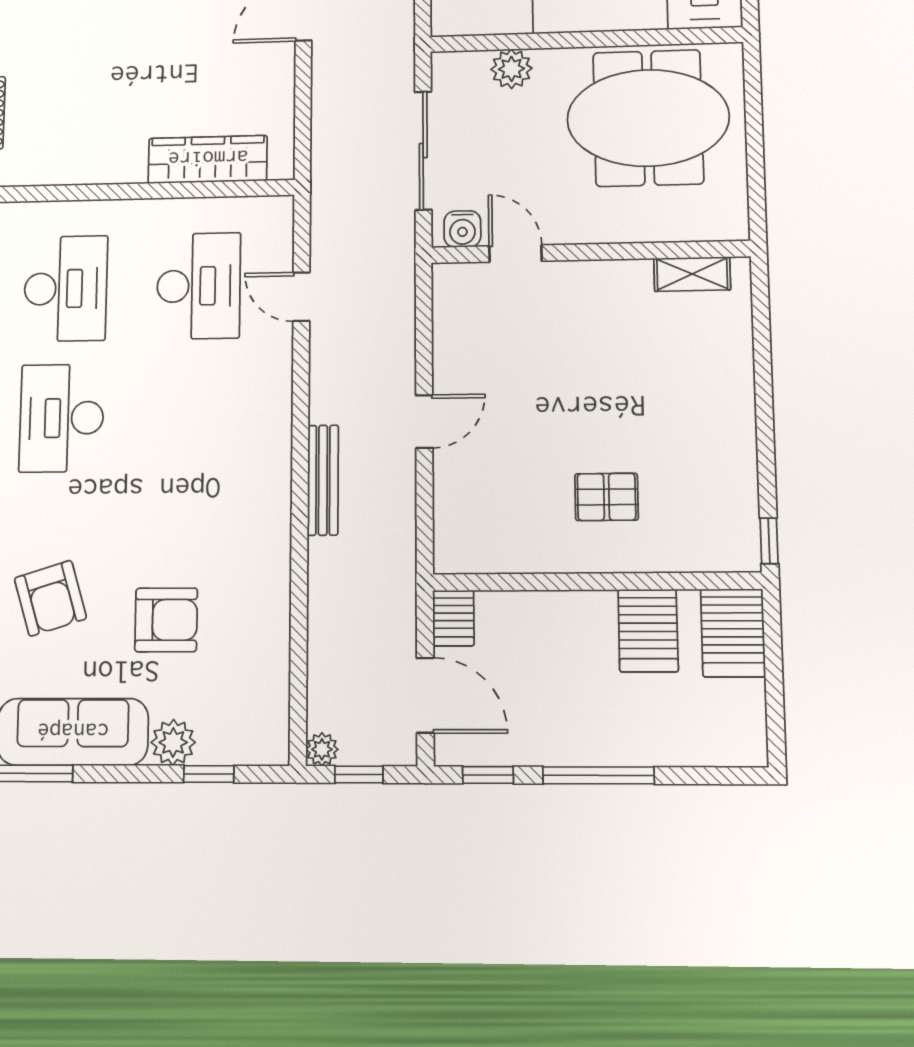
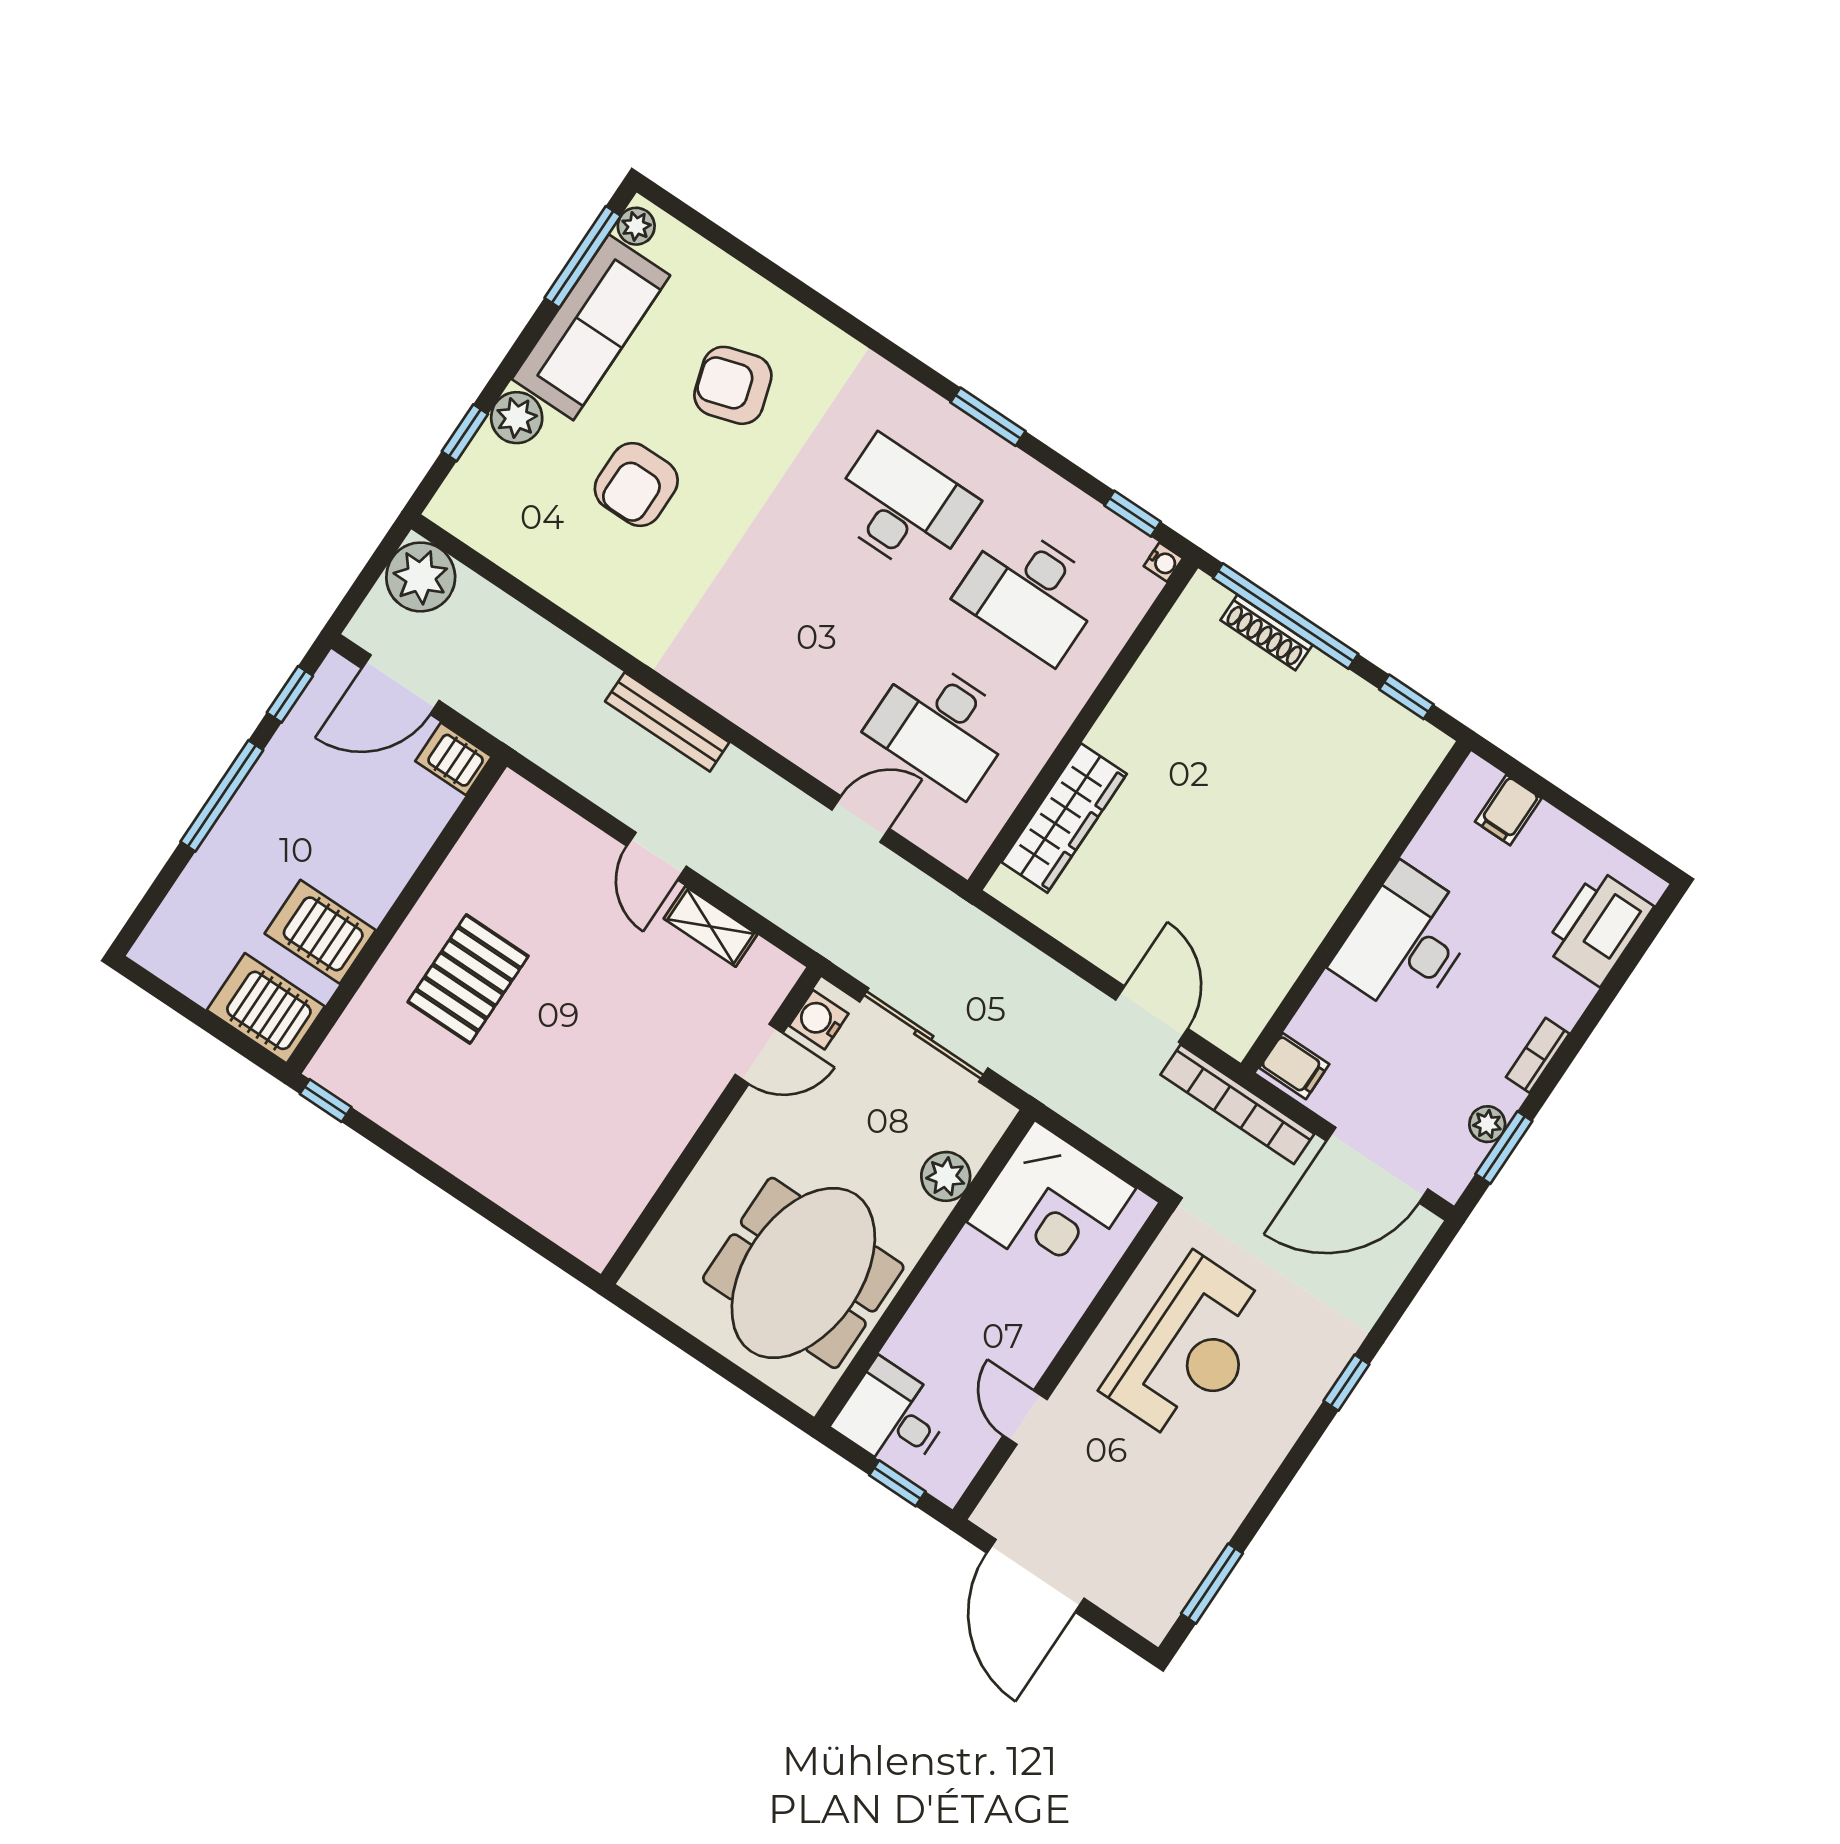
shelving: (692, 274) -> (711, 927), moved, turned 90
pallet: (606, 497) -> (468, 979), width x1.50, depth x1.42
plant: (322, 749) -> (421, 577), width x1.87, depth x1.87
window: (359, 775) -> (370, 574), removed

